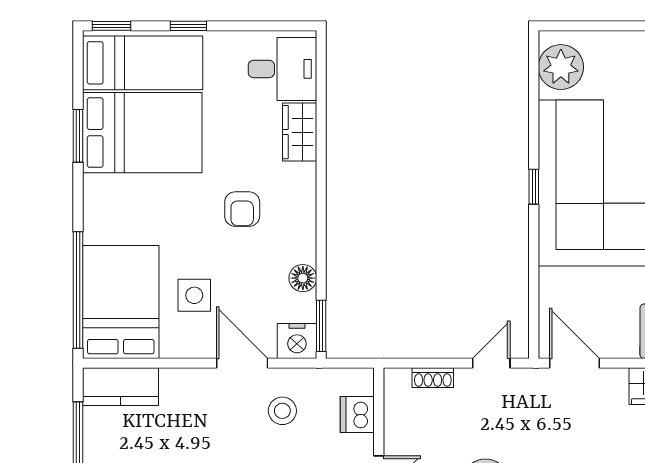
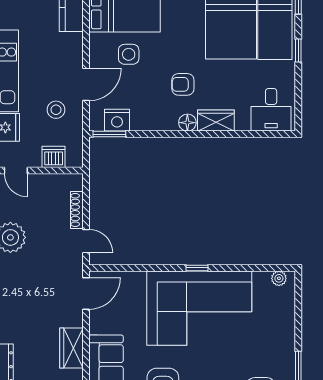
plant: (561, 67) -> (279, 278), width x0.53, depth x0.53
wardrobe: (300, 132) -> (216, 121), moved
floor lamp: (303, 278) -> (187, 123), moved
nightstand: (297, 341) -> (117, 120), moved, turned -90
shoe rack: (433, 378) -> (77, 210), width x1.43

